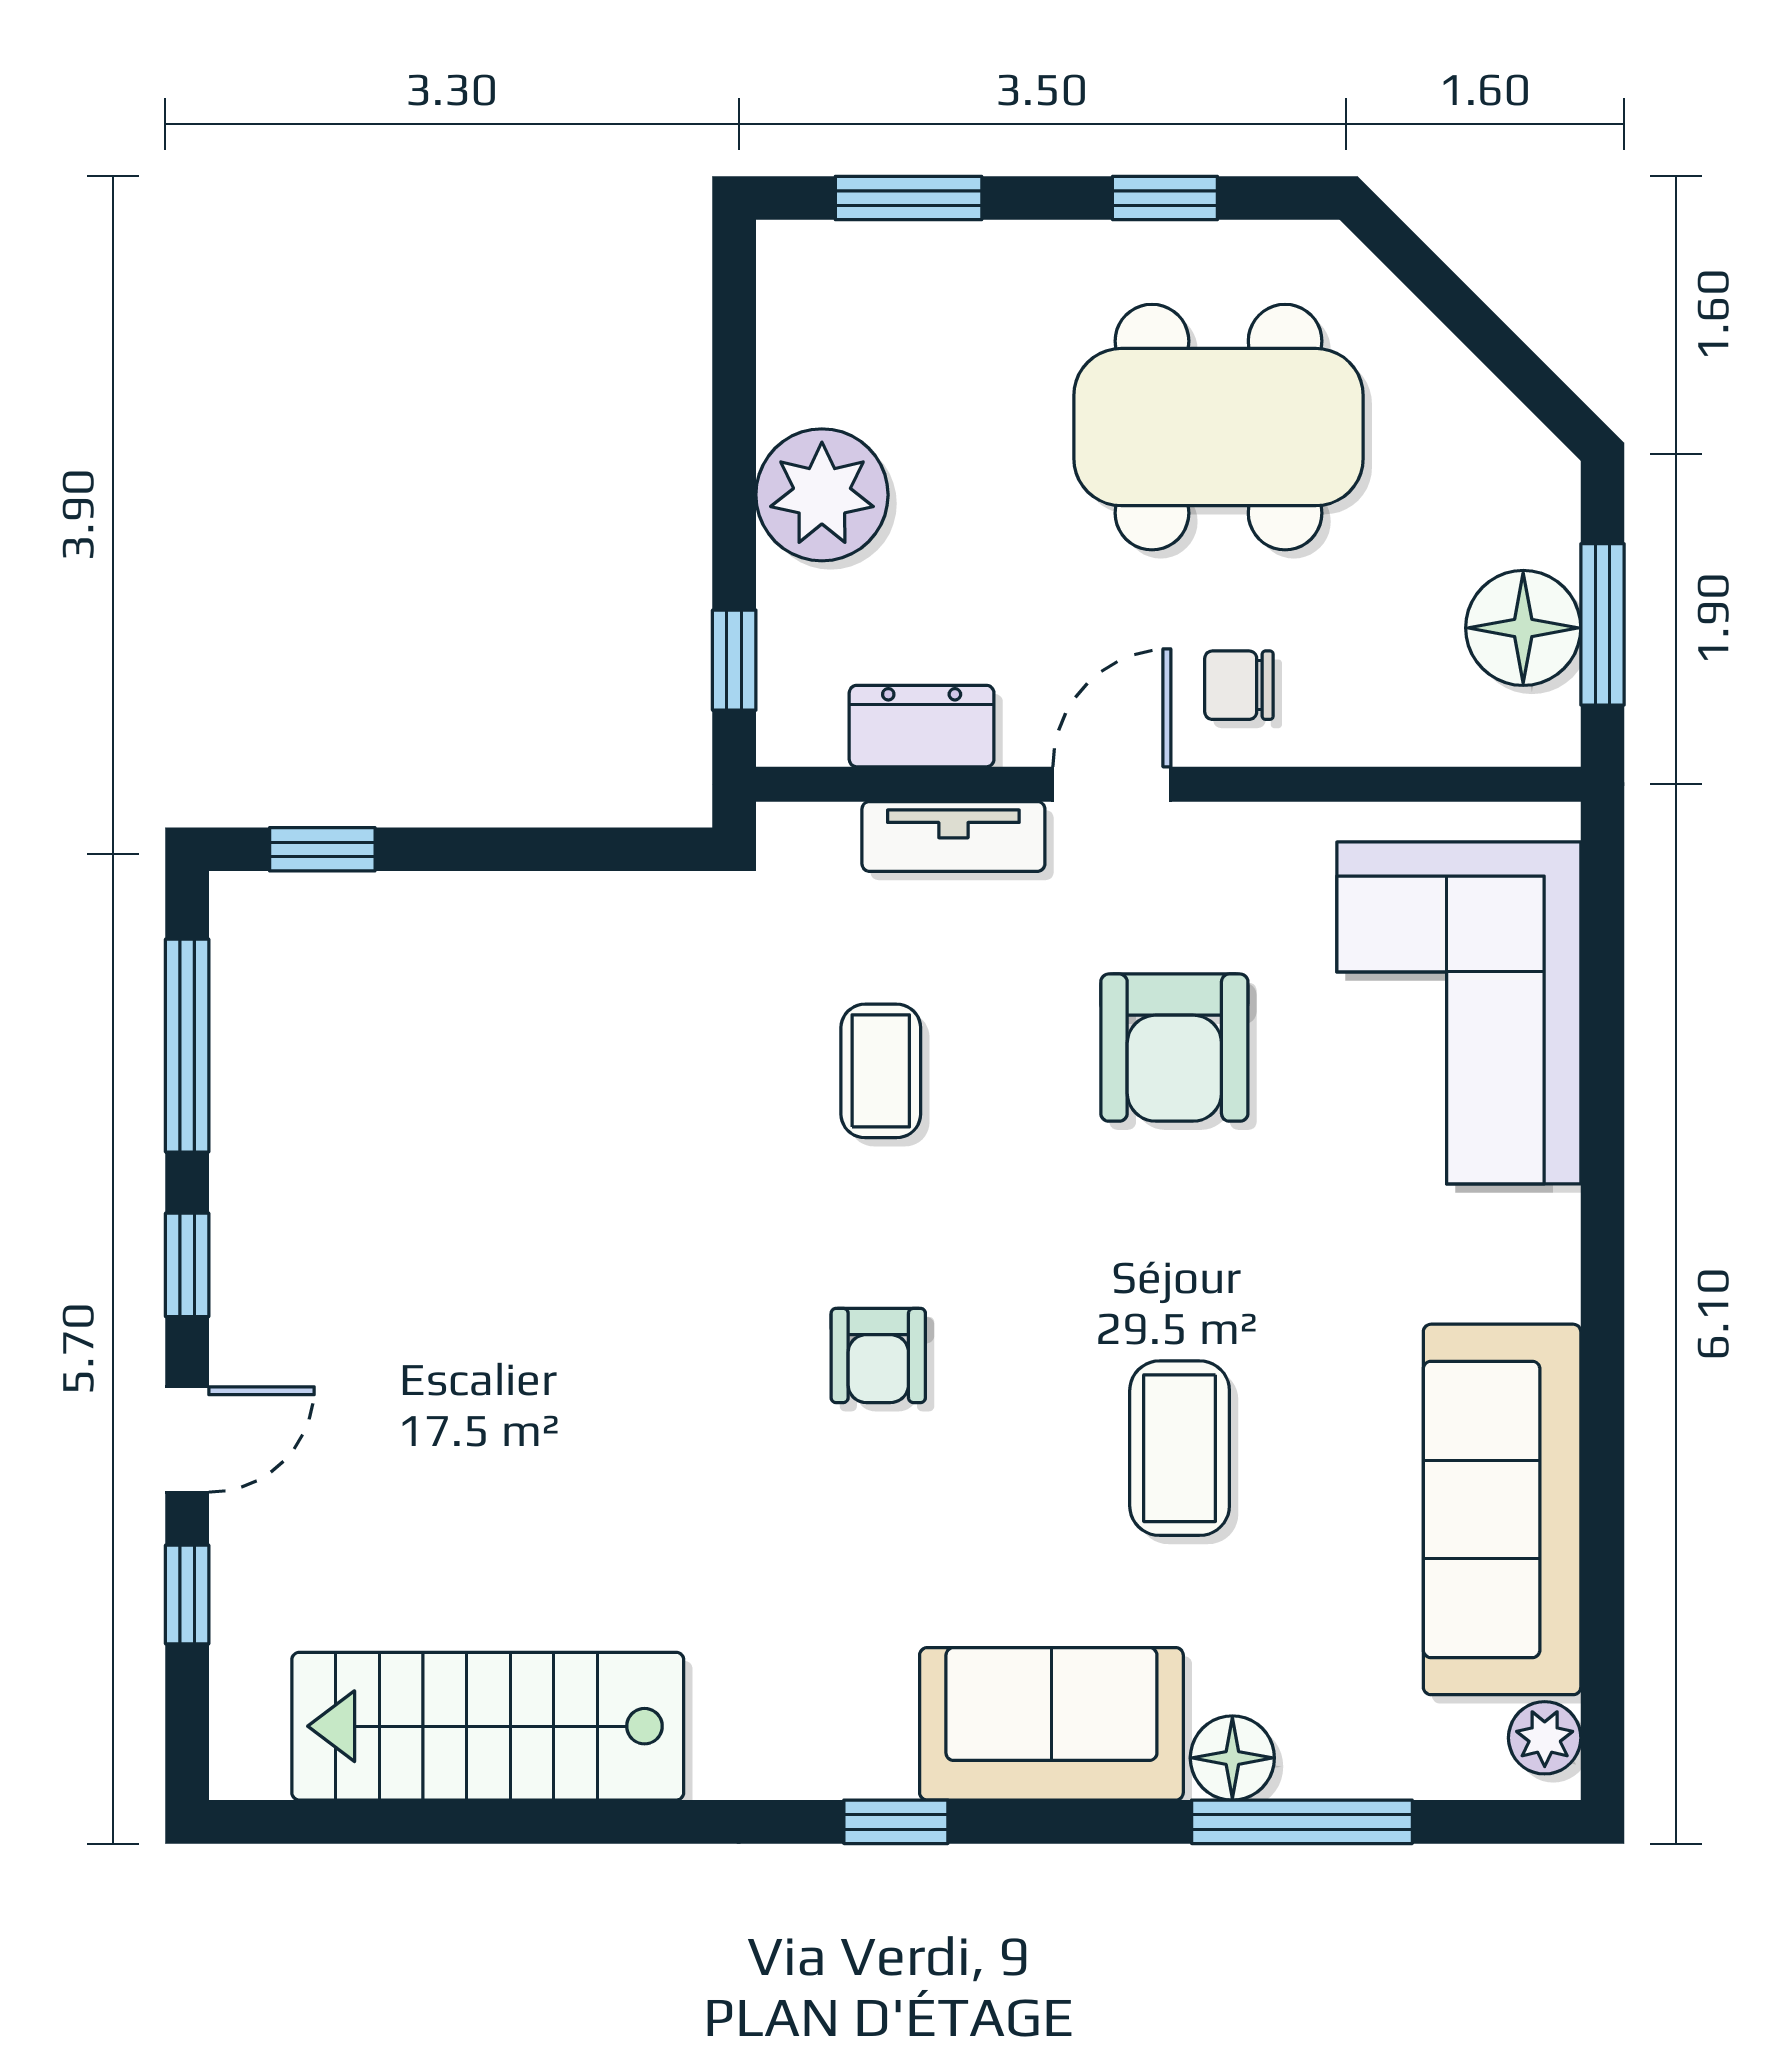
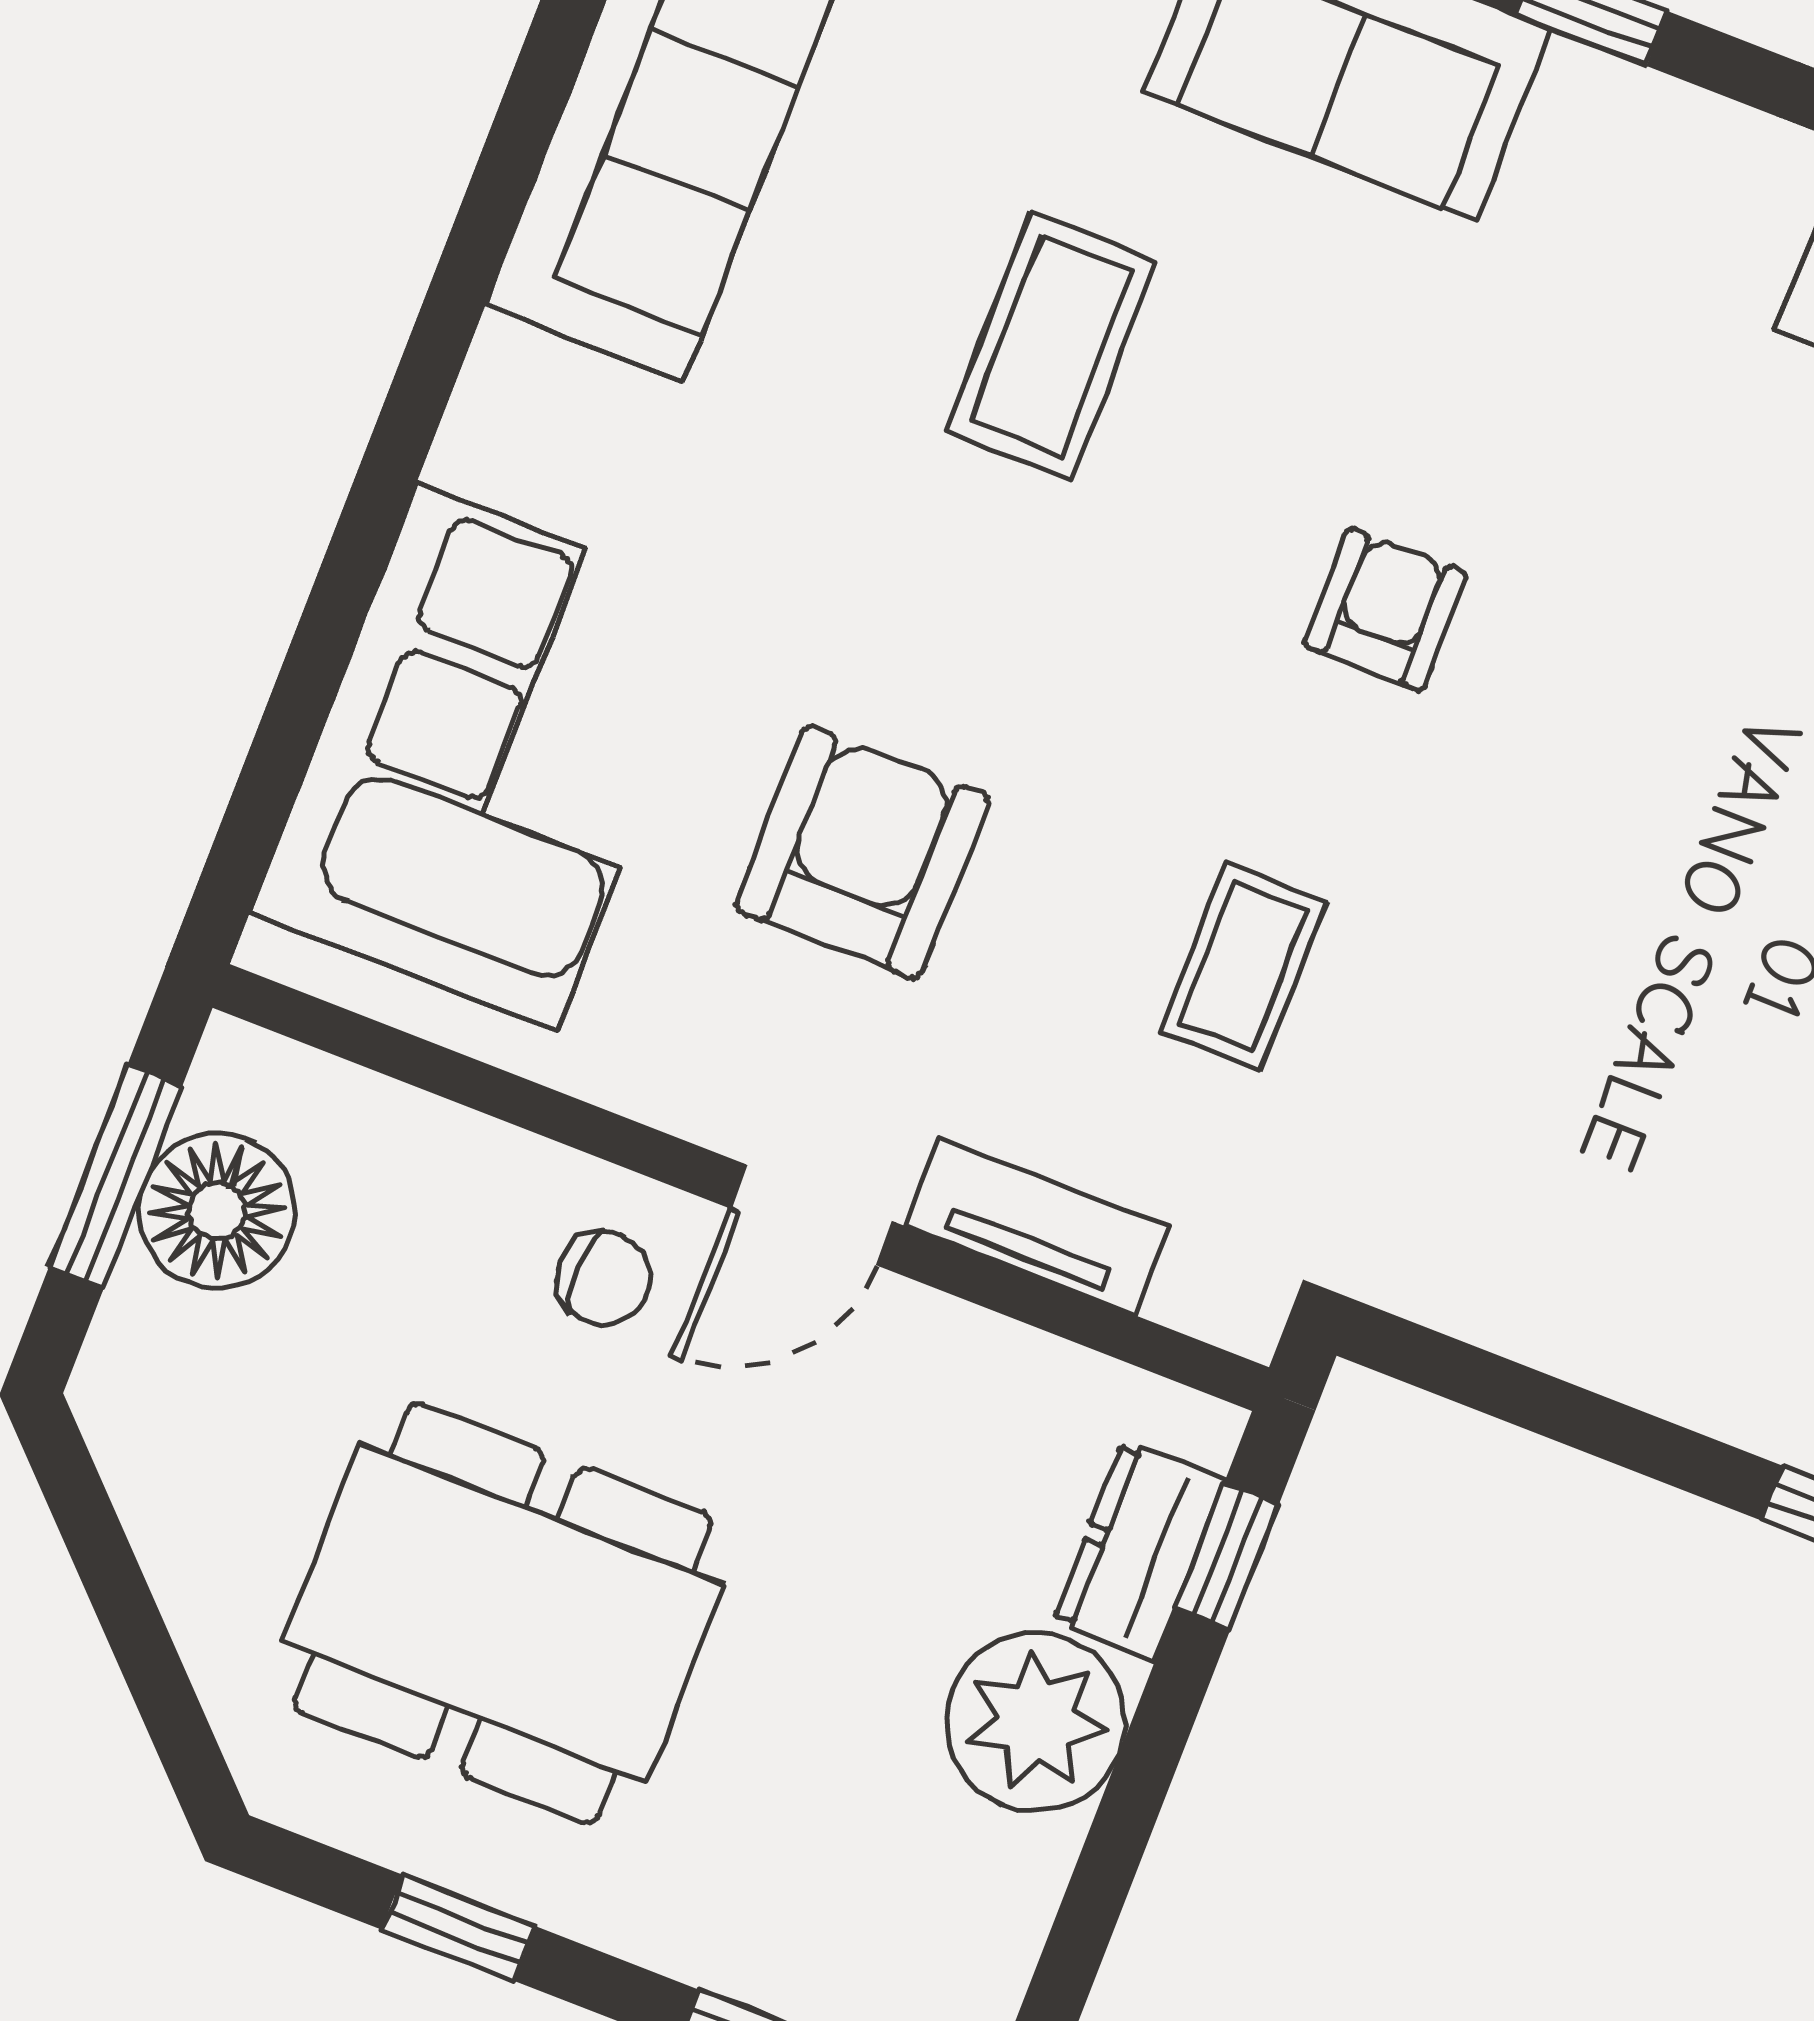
dresser: (922, 726) -> (1139, 1551), moved, turned 90

